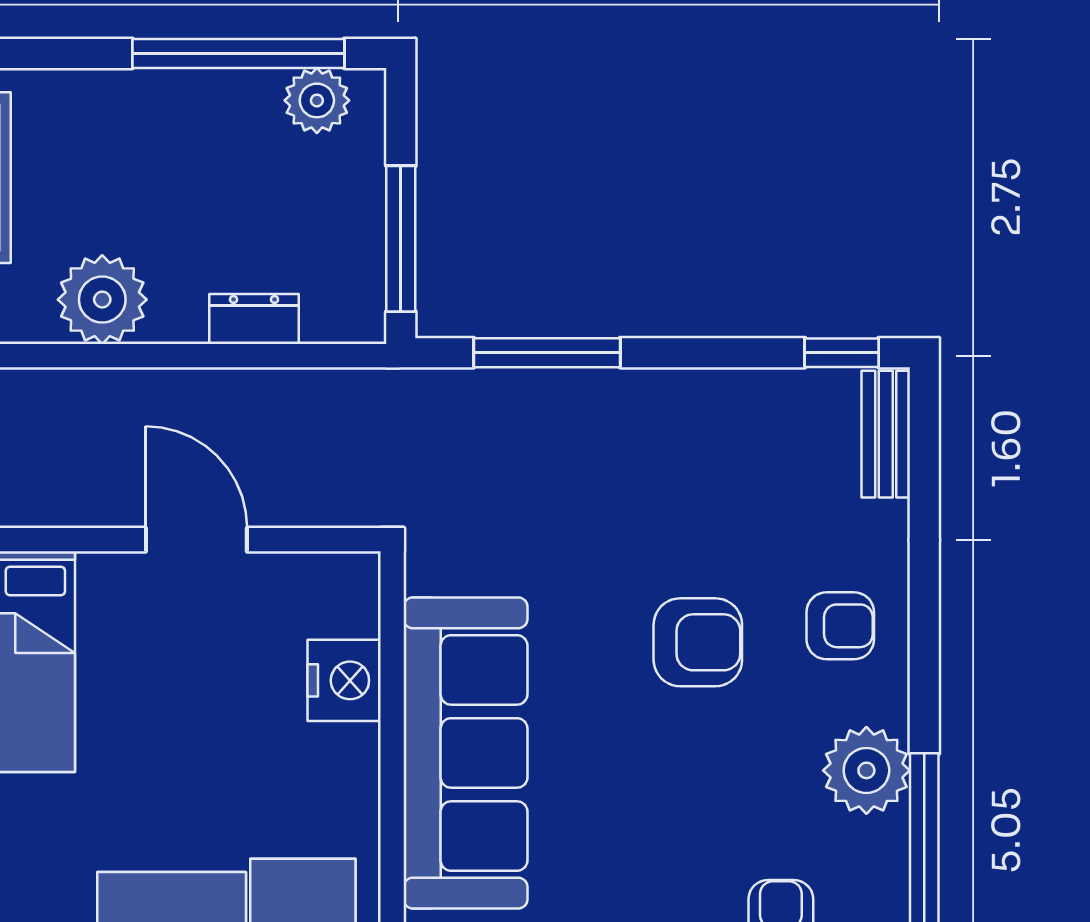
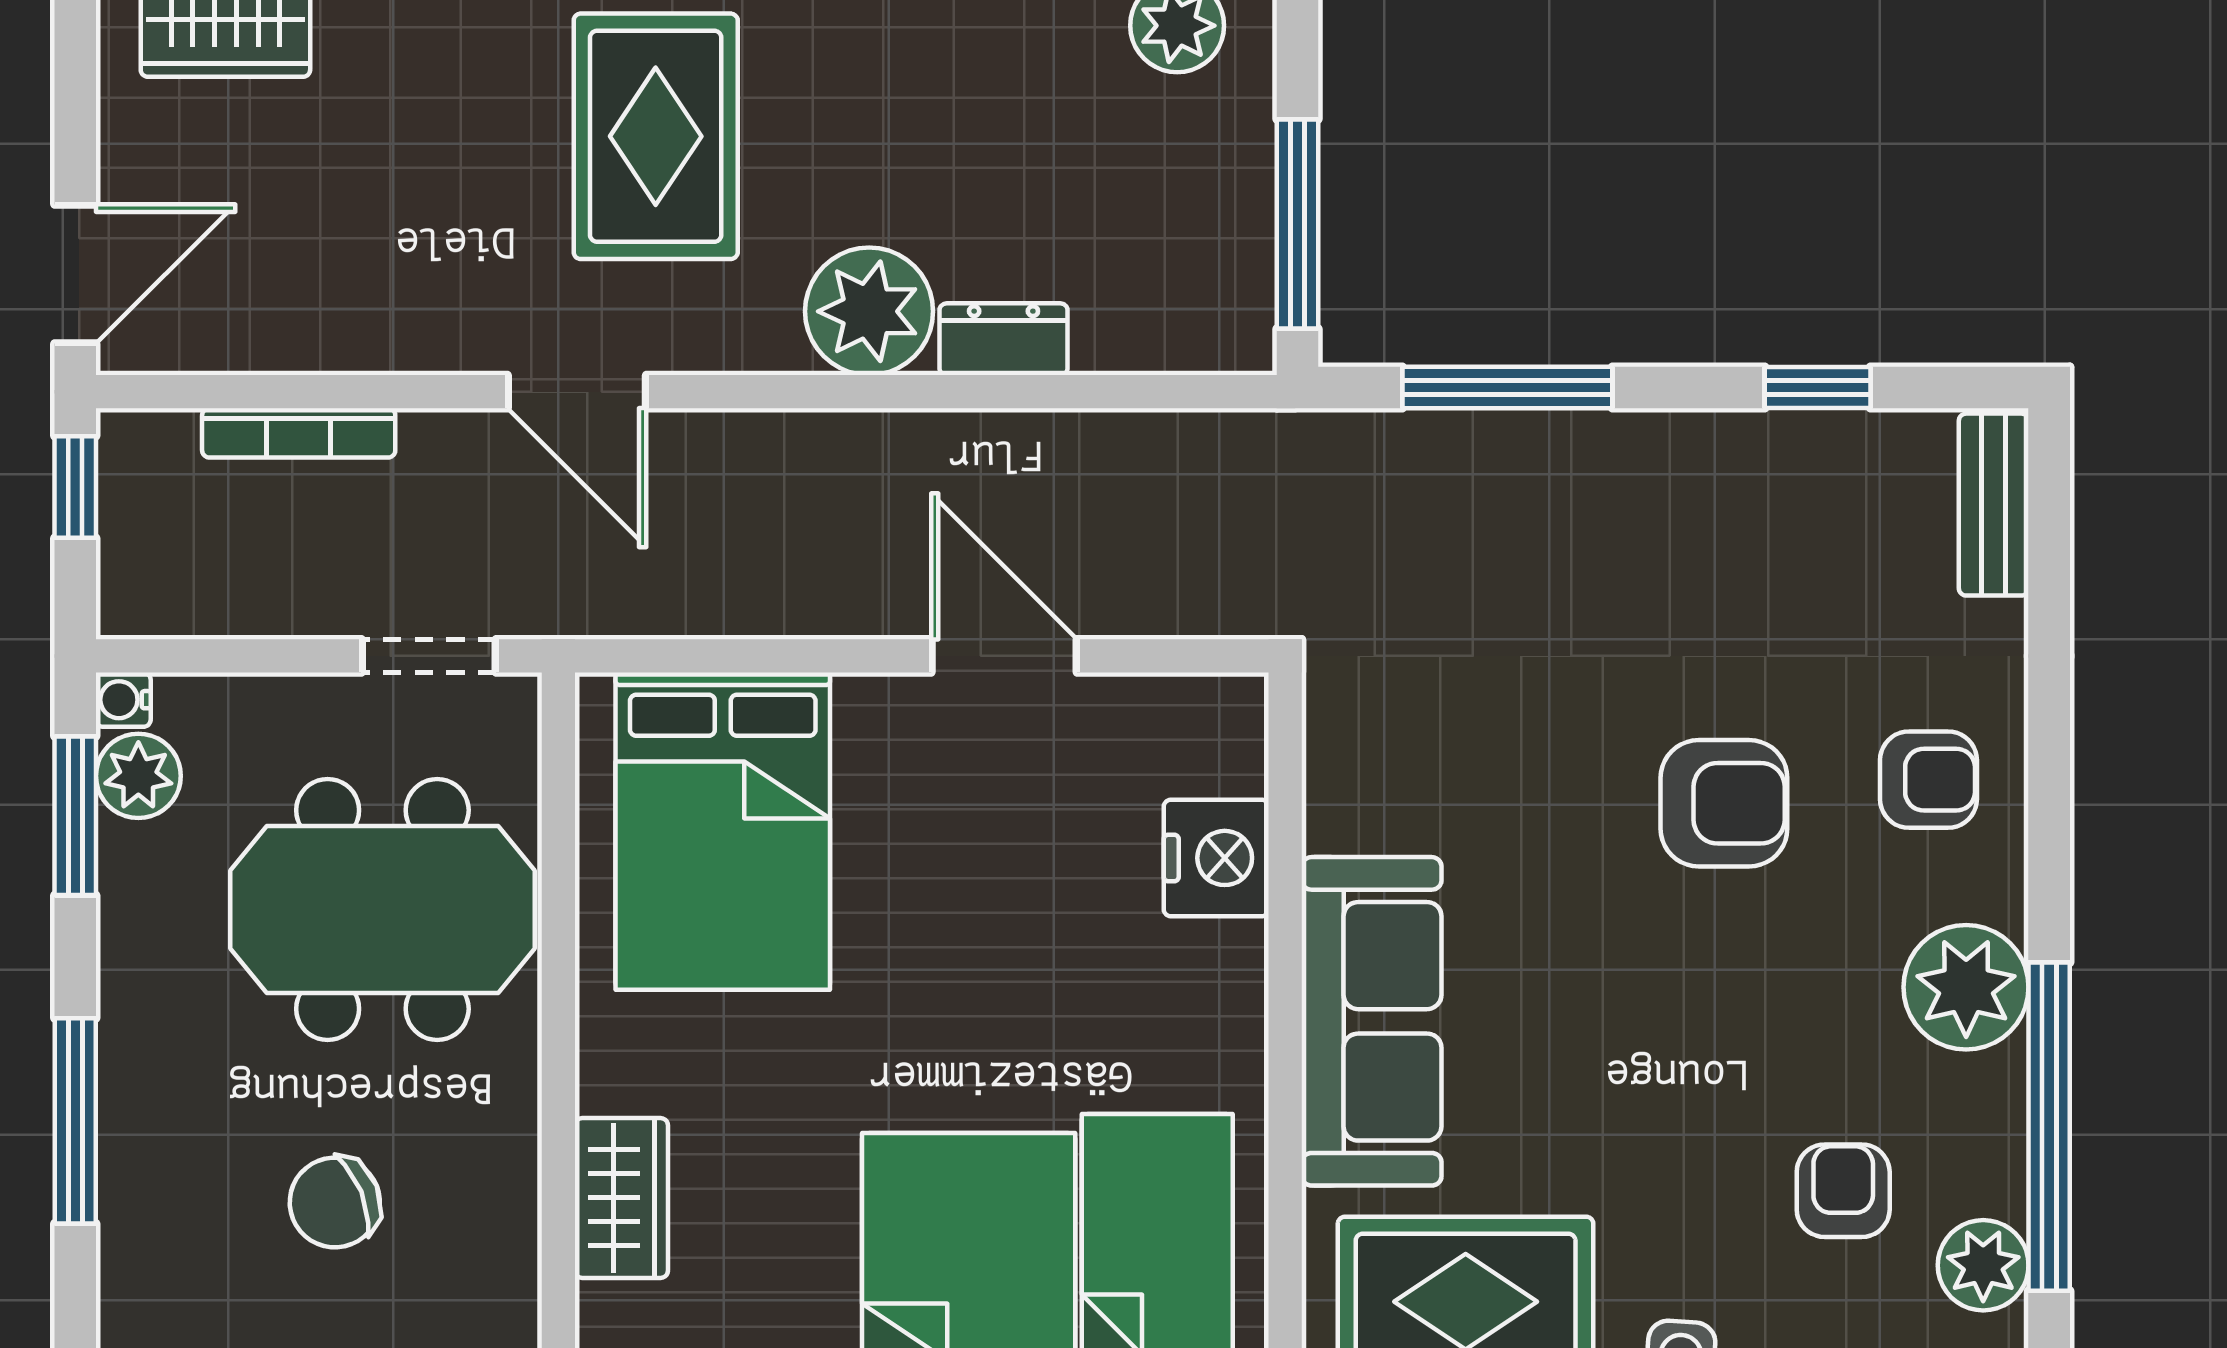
dresser: (254, 319) -> (1004, 339), moved
window: (842, 353) -> (1818, 388), moved
sofa: (465, 753) -> (1372, 1021), width x0.74, depth x0.79

